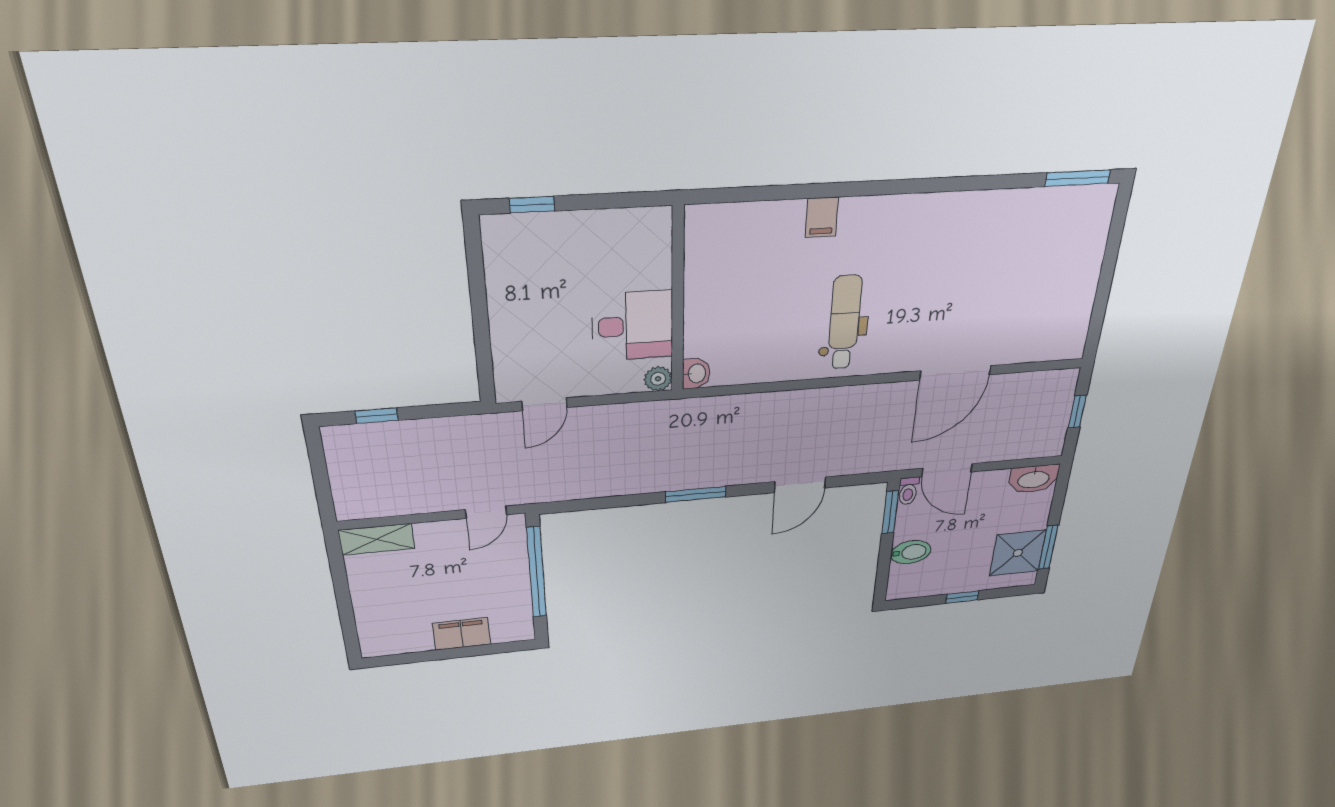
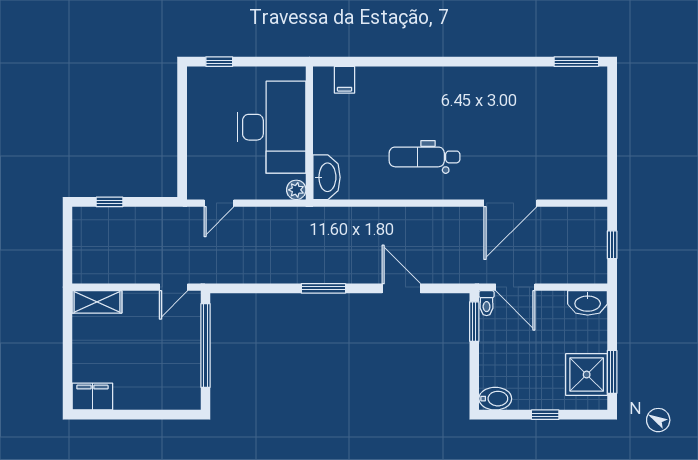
filing cabinet: (822, 217) -> (345, 80), moved
dental chair: (844, 323) -> (425, 157), turned -90
desk: (633, 326) -> (272, 127), width x1.87, depth x1.30
washbasin: (696, 373) -> (327, 177), width x1.91, depth x1.45
door: (800, 485) -> (401, 288), swing flipped
bidet: (911, 552) -> (495, 399), moved
filing cabinet: (462, 634) -> (92, 396), moved

